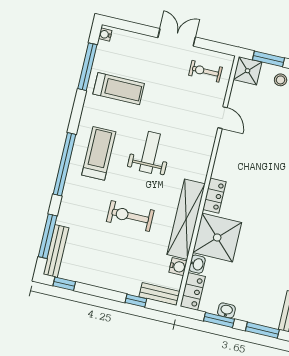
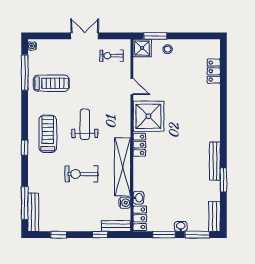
window: (64, 164) -> (25, 148), width x0.32
shower: (217, 238) -> (148, 116), moved
window: (64, 284) -> (59, 235), moved
washbasin: (226, 310) -> (181, 226), moved

